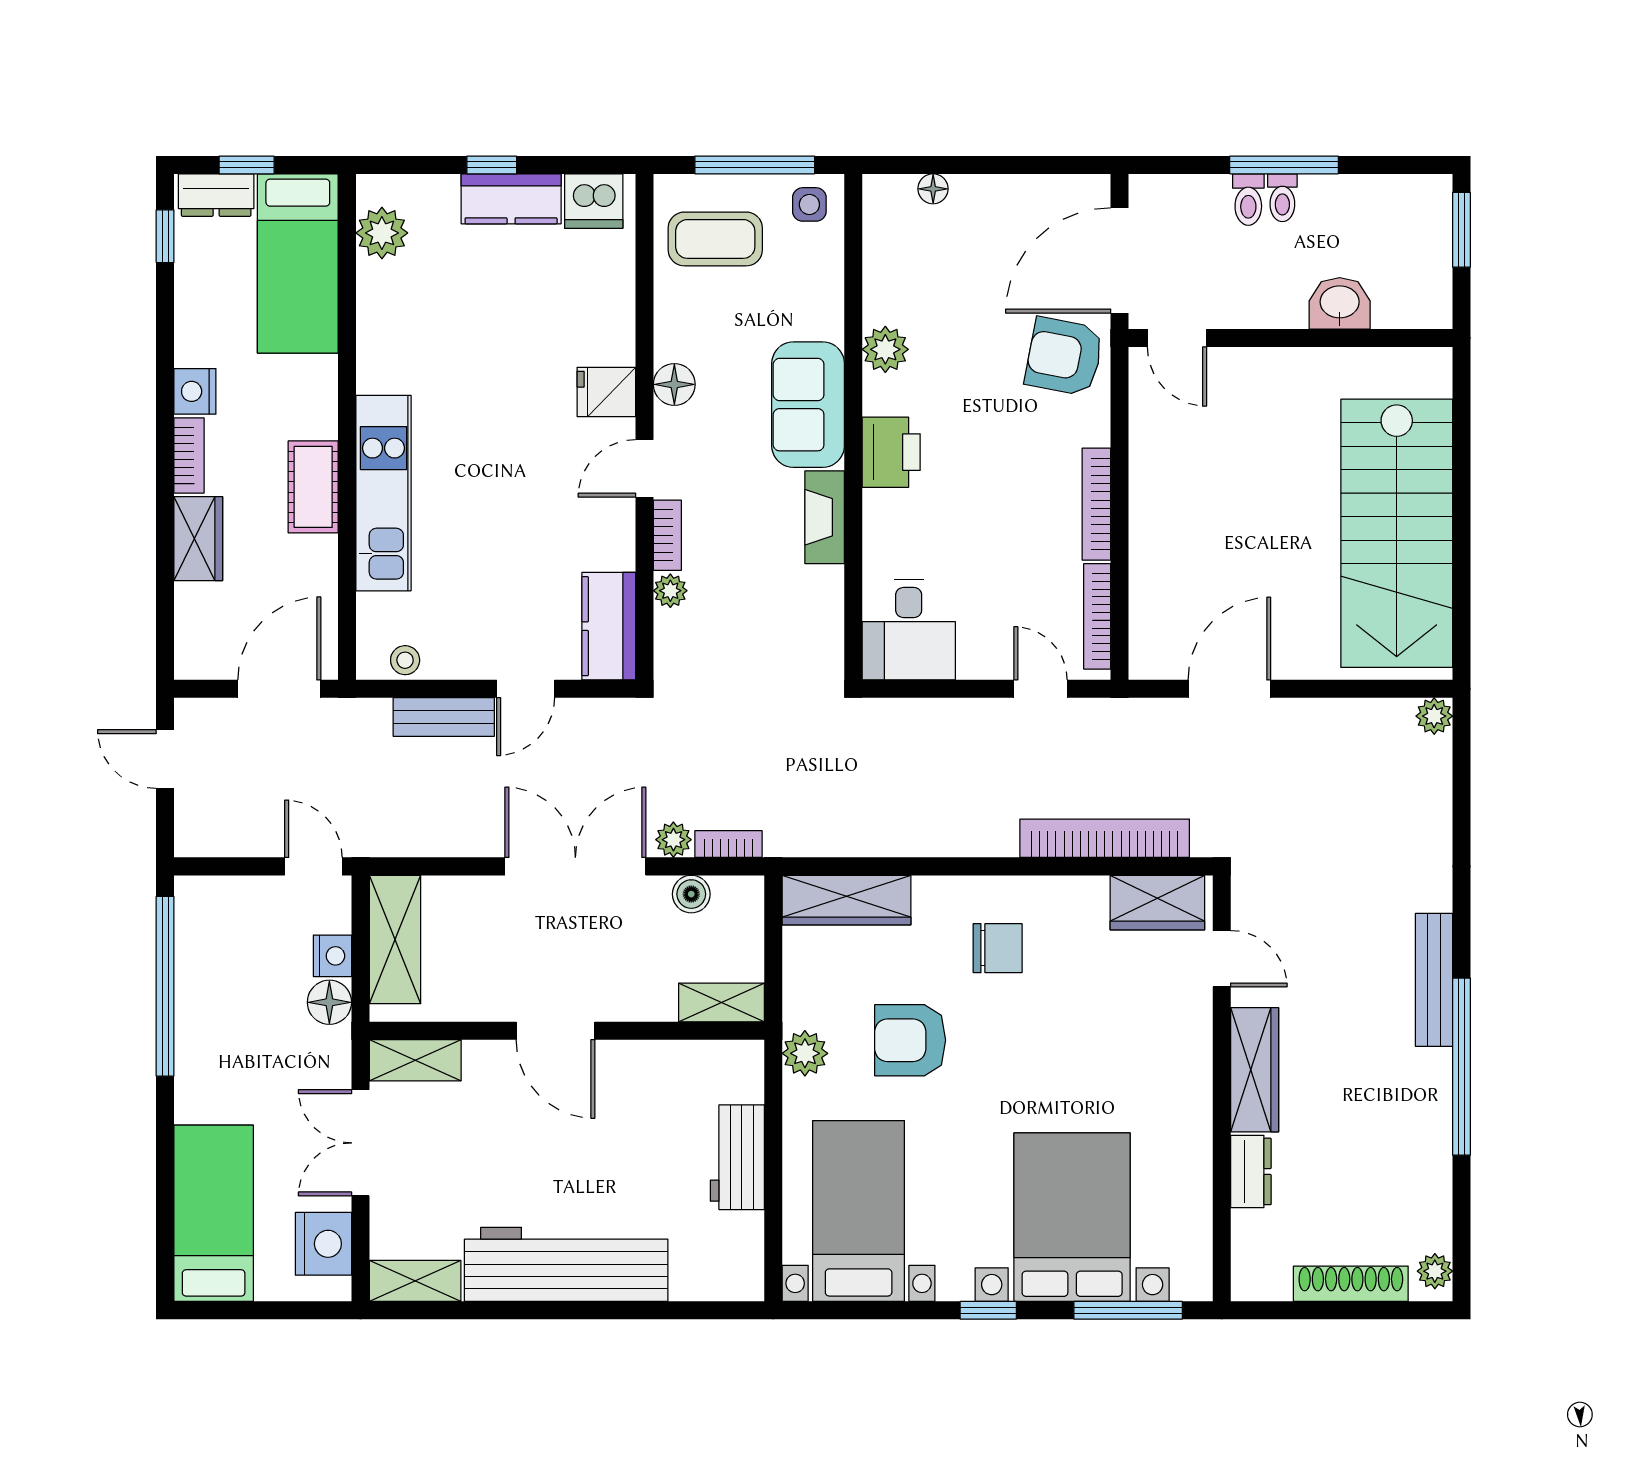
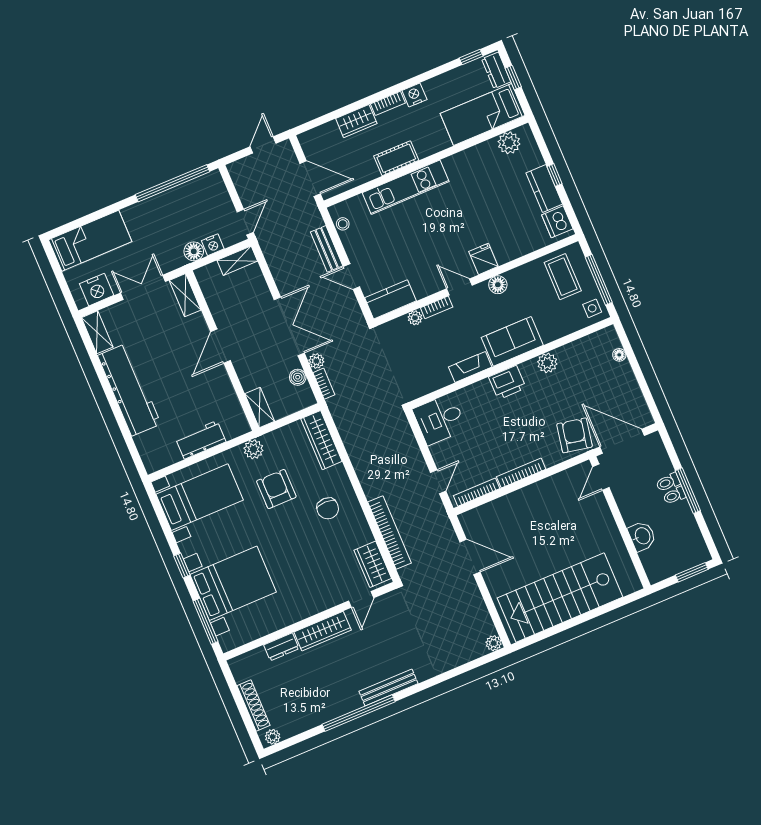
shelving: (395, 939) -> (237, 261), width x0.67, depth x0.75

